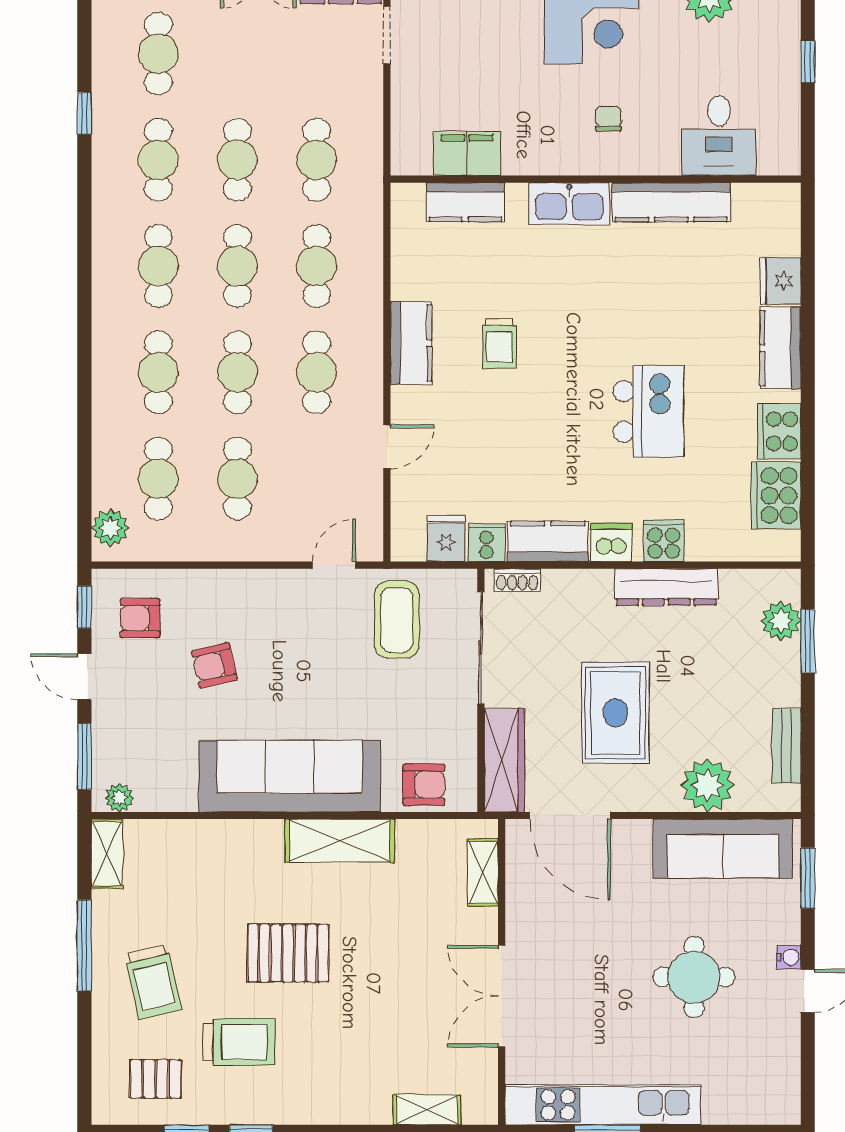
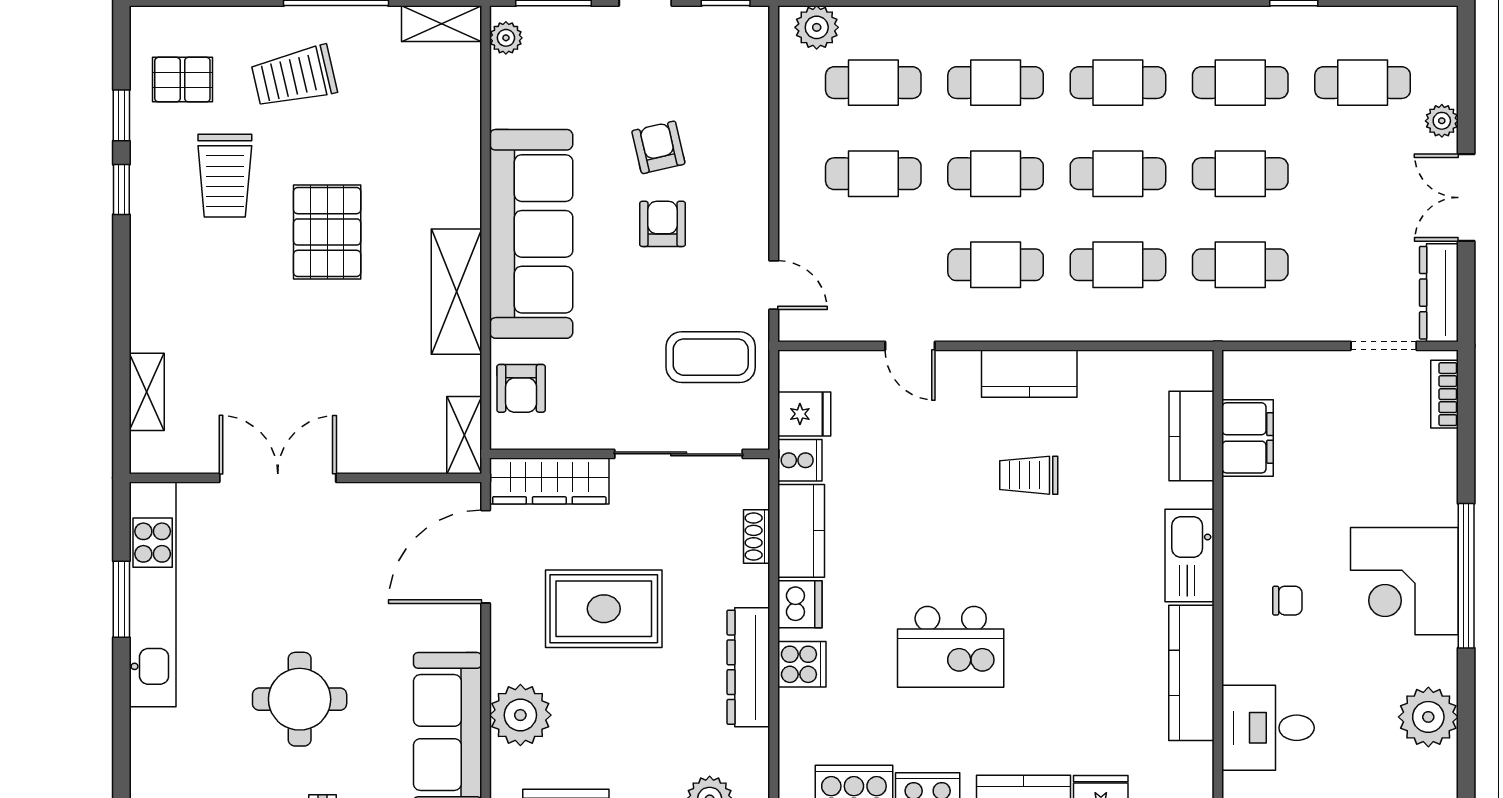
shoe rack: (517, 580) -> (757, 537), moved
armchair: (140, 618) -> (663, 224), moved
shelving: (483, 872) -> (464, 435), moved, turned 90
pallet: (156, 1079) -> (182, 80), turned 90

